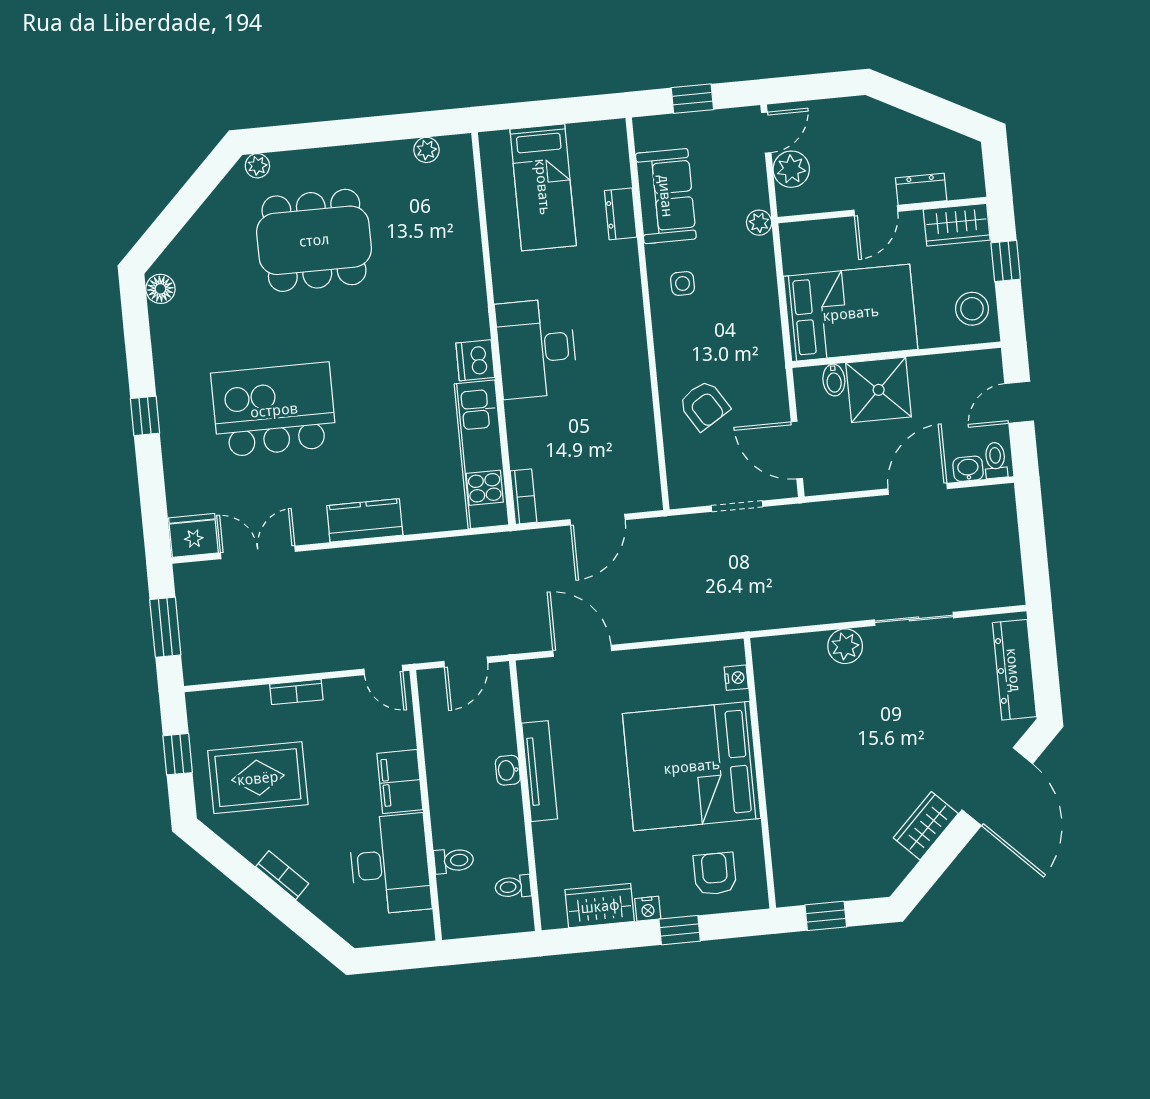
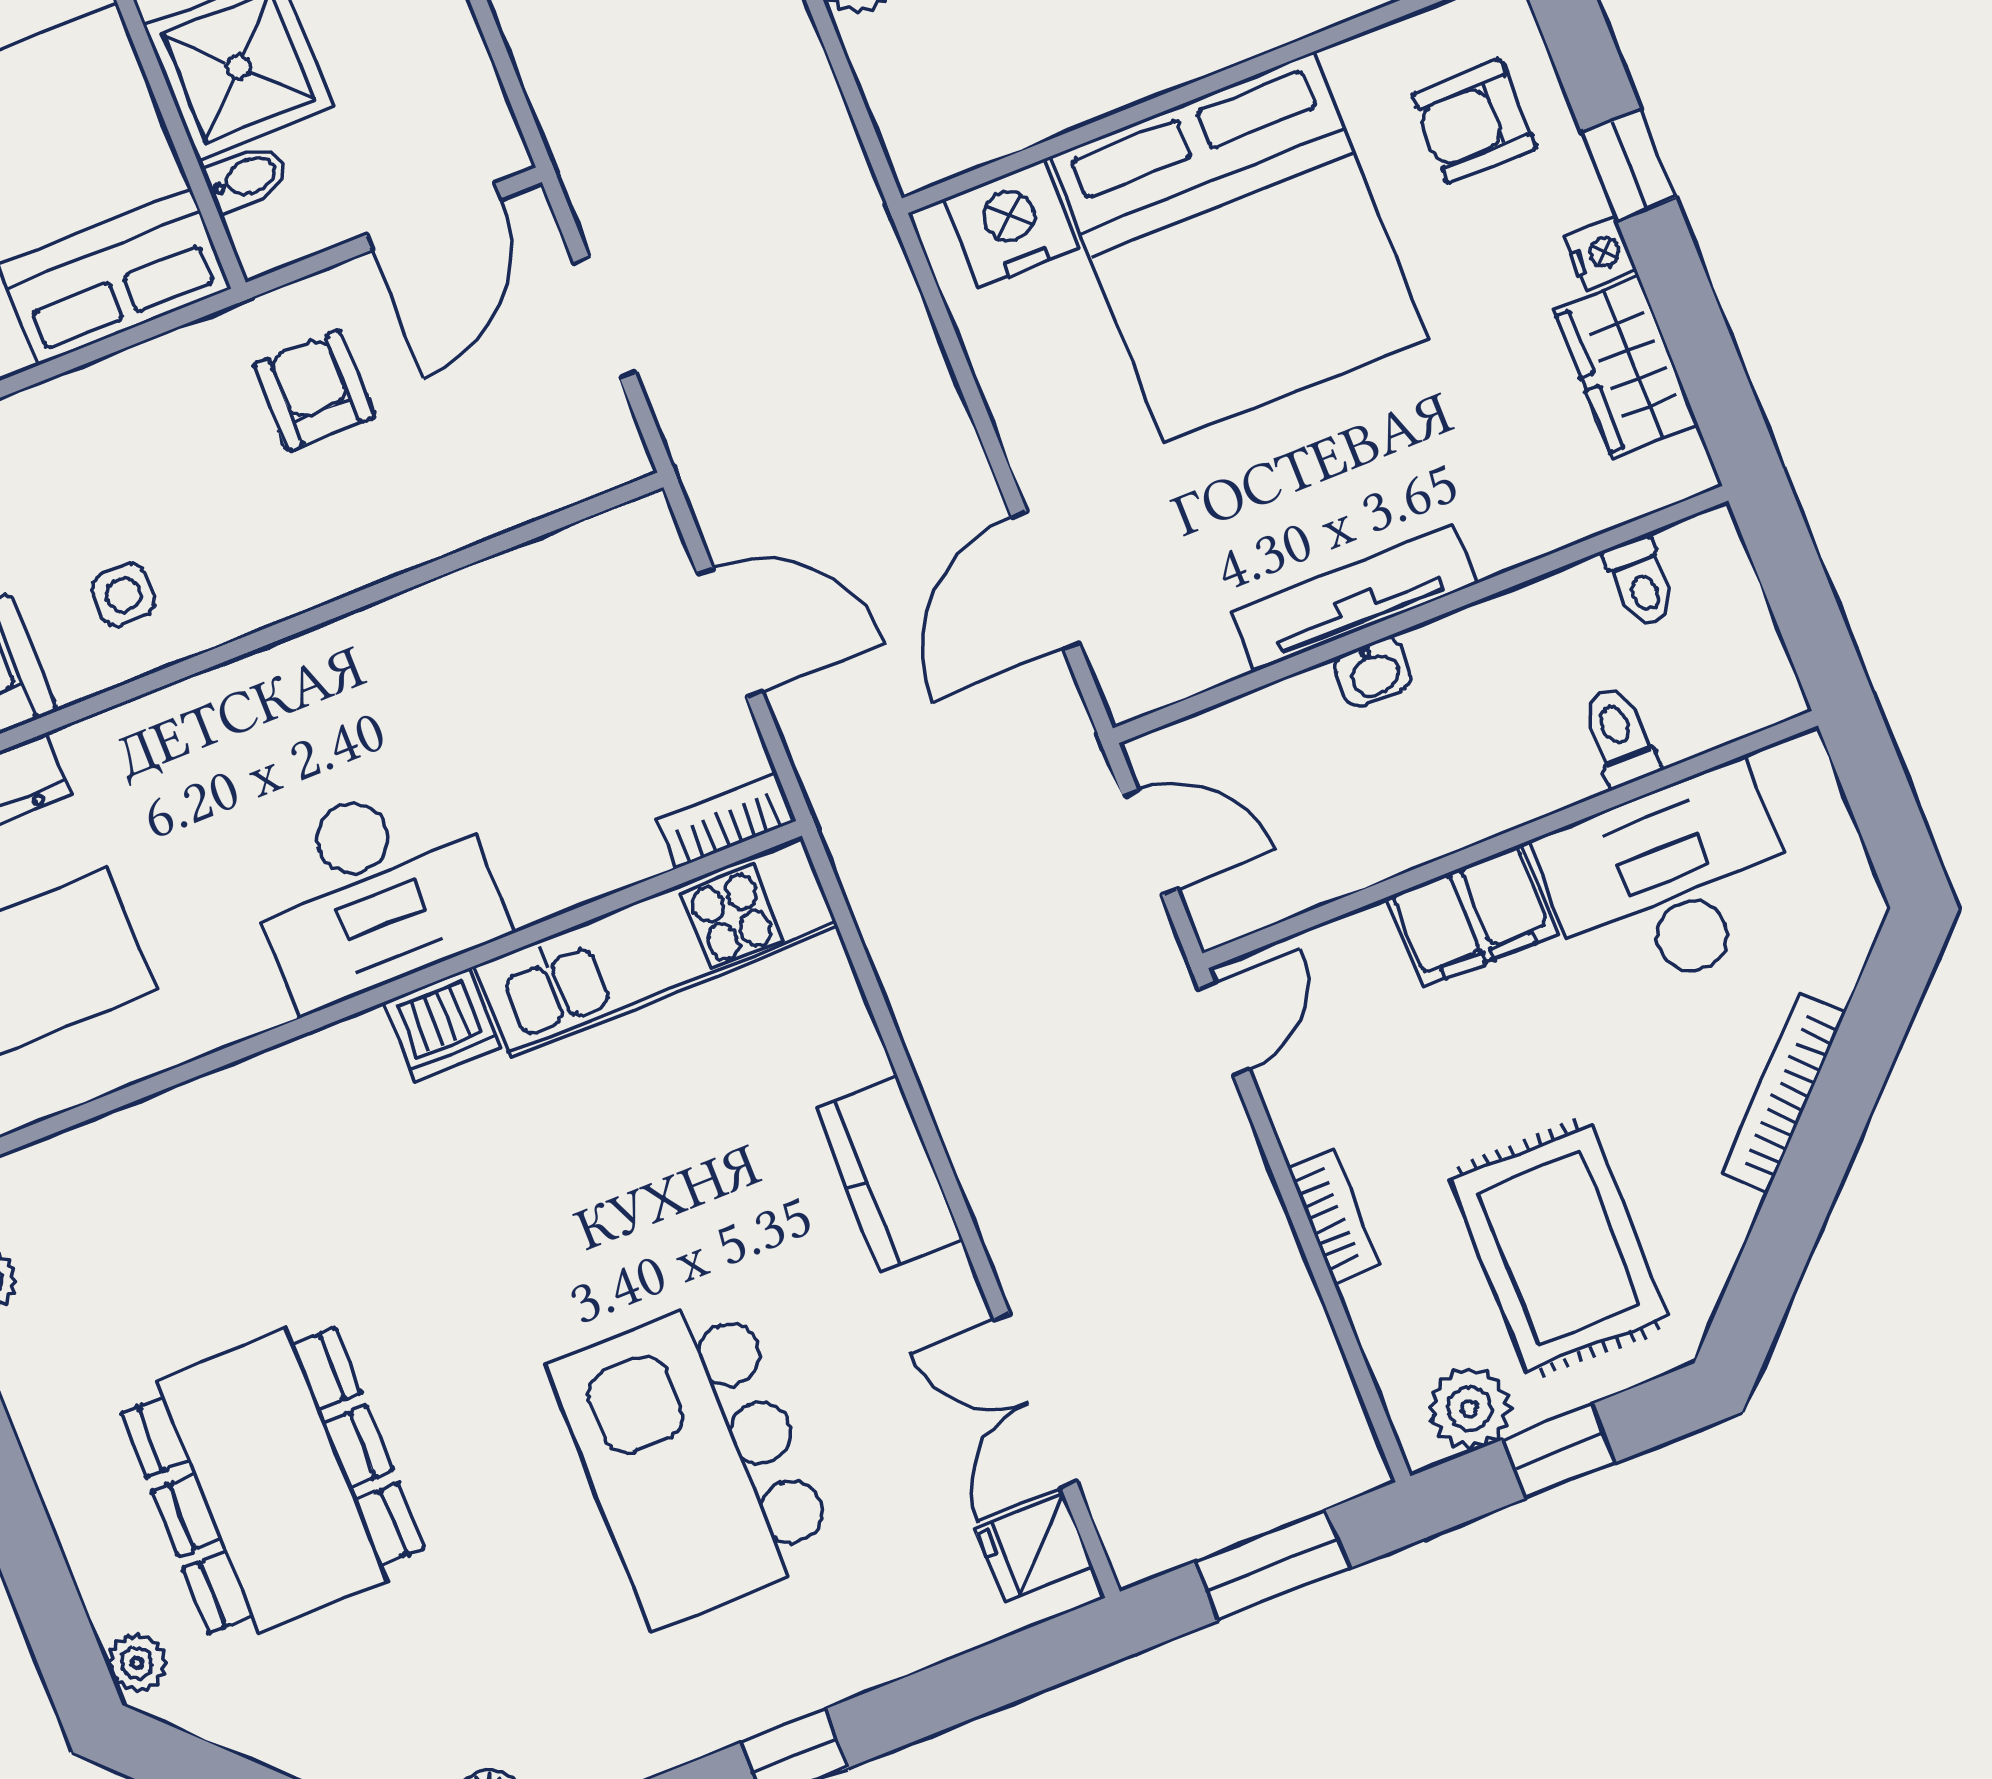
armchair: (704, 405) -> (314, 391), moved, turned -58
fridge: (193, 535) -> (1034, 1547), width x0.72
nightstand: (736, 678) -> (1012, 223), width x1.89, depth x1.79
plant: (205, 724) -> (1469, 1409), added
bookcase: (282, 875) -> (1784, 1093), width x1.56

